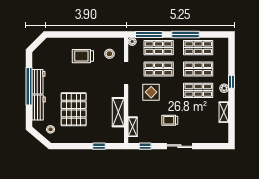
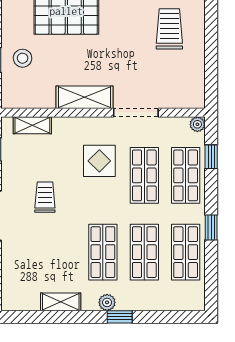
window: (149, 35) -> (211, 157), width x0.46
window: (185, 35) -> (211, 227), width x0.46
stool: (109, 54) -> (23, 58), moved
shelving: (118, 112) -> (85, 97), moved

